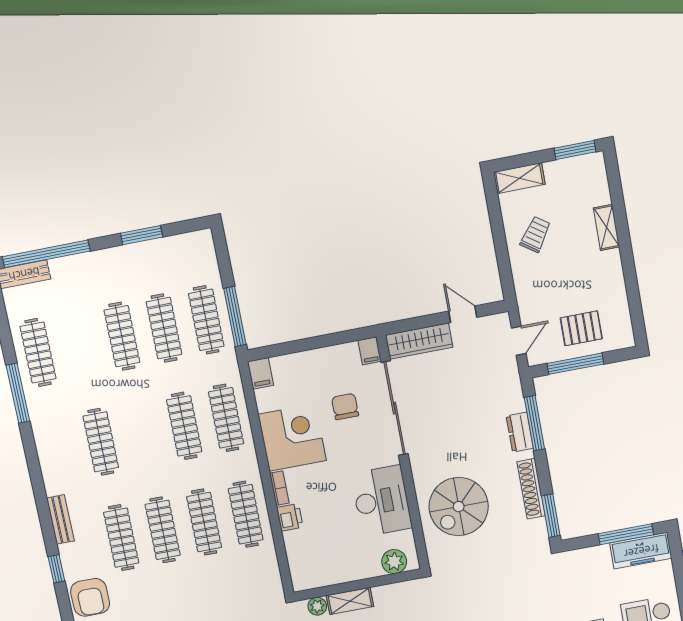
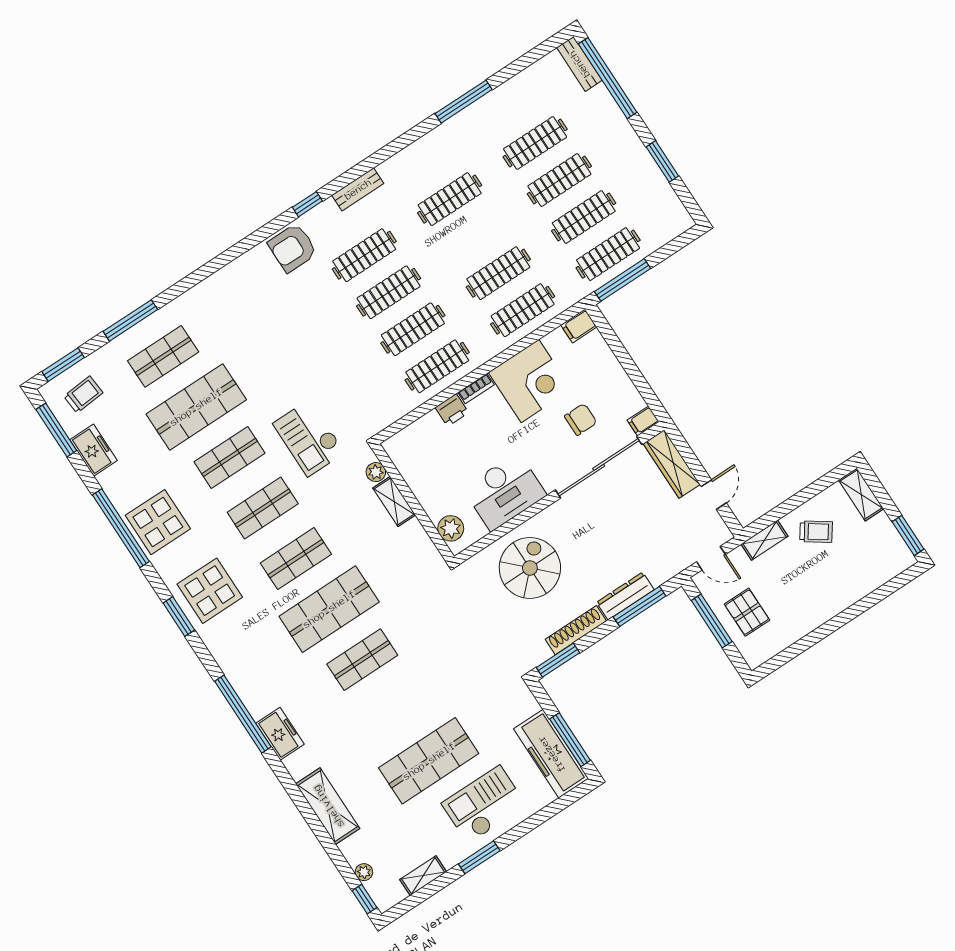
shelving: (606, 227) -> (764, 540), moved
clothes rail: (38, 352) -> (535, 143), moved
dresser: (520, 432) -> (625, 596), width x1.44
spiral stairs: (459, 507) -> (530, 568), turned 90
freezer: (641, 551) -> (551, 754), width x1.36, depth x1.26

